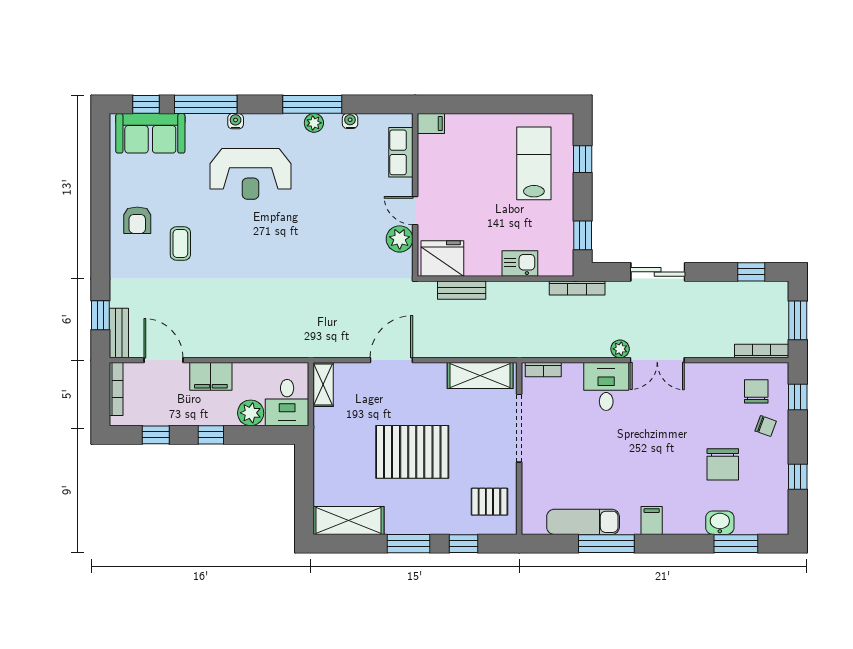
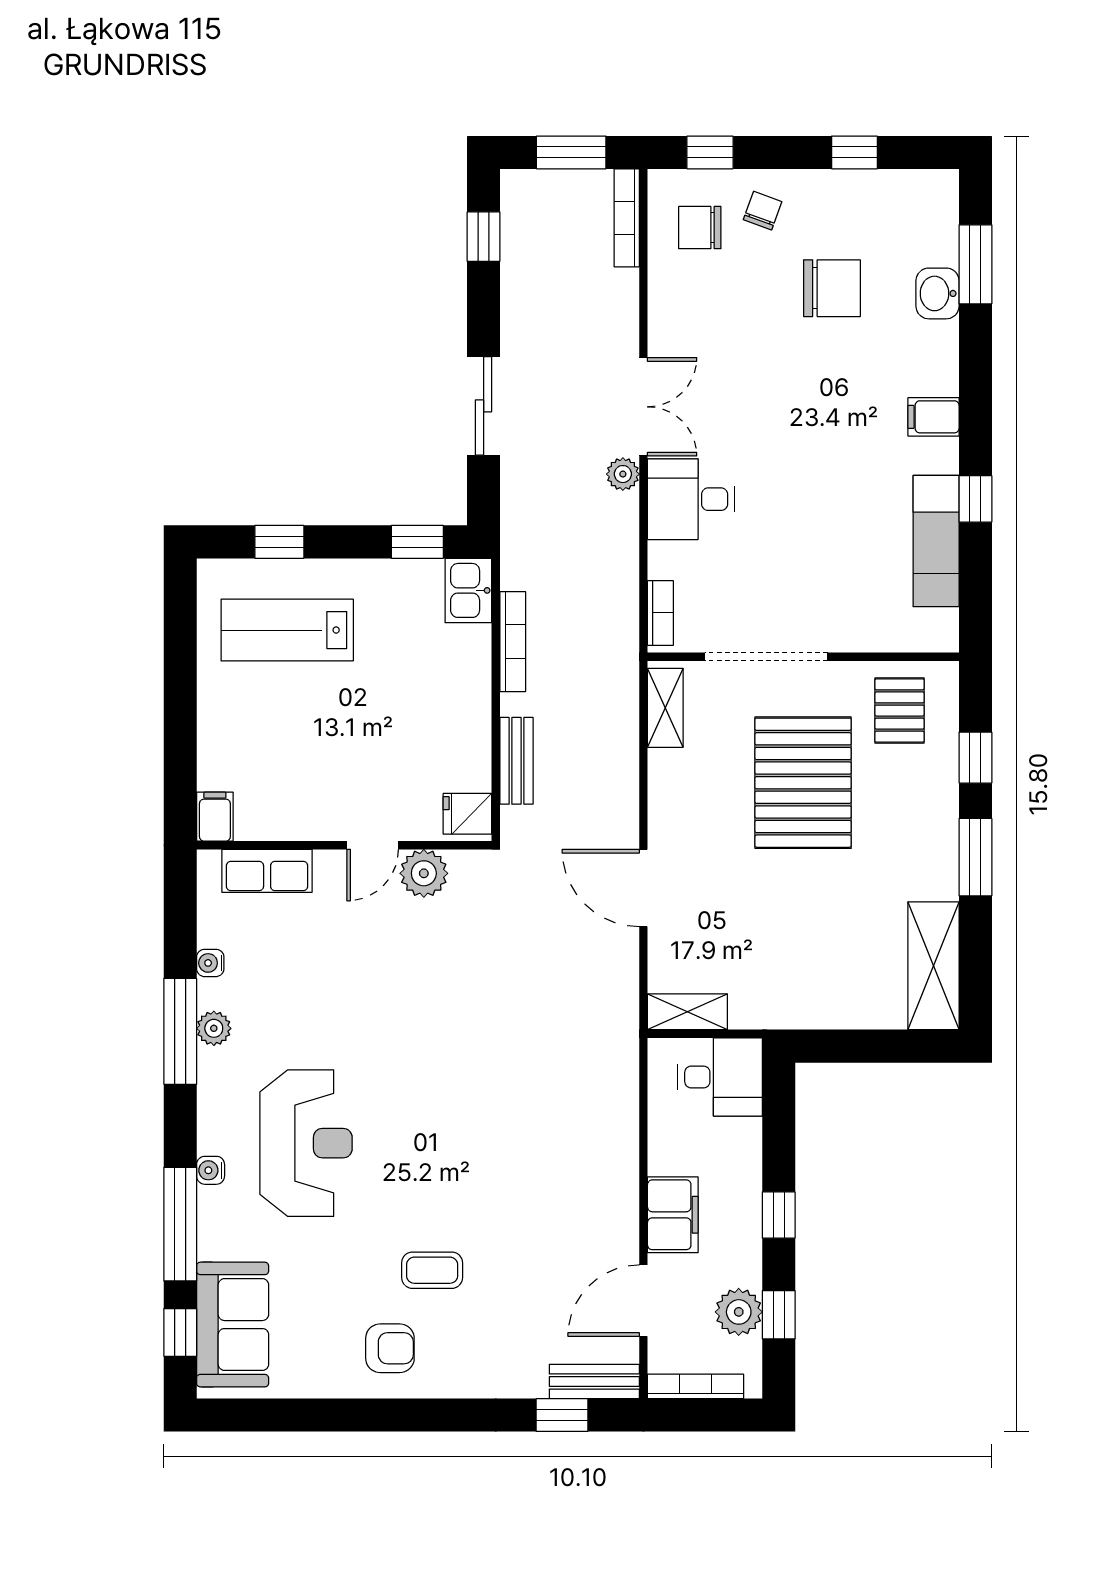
fridge: (442, 258) -> (467, 814), width x0.53, depth x0.75
kitchen sink: (520, 264) -> (468, 590), moved
bookcase: (577, 288) -> (513, 642), moved
shelving: (480, 376) -> (665, 708), width x0.67, depth x0.75
plant: (251, 413) -> (739, 1312), moved
pallet: (412, 452) -> (803, 783), moved
window: (606, 544) -> (975, 499), width x0.46

